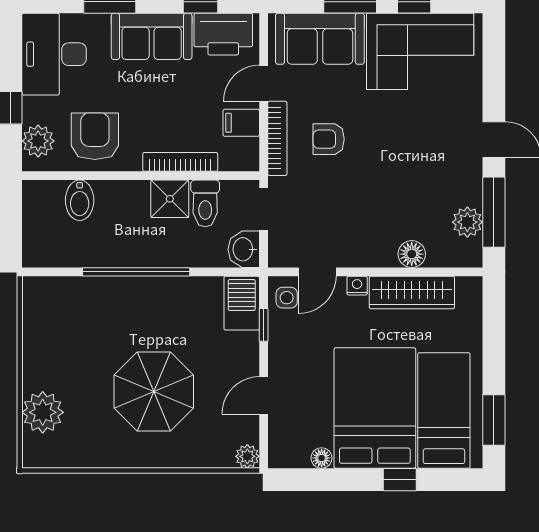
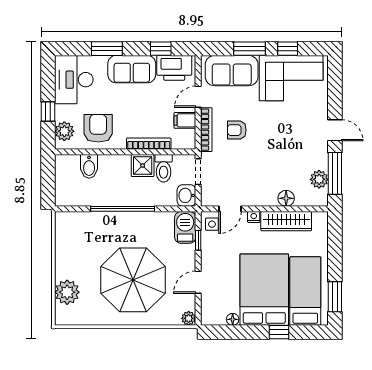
parasol: (154, 392) -> (133, 280), width x1.36, depth x1.36

